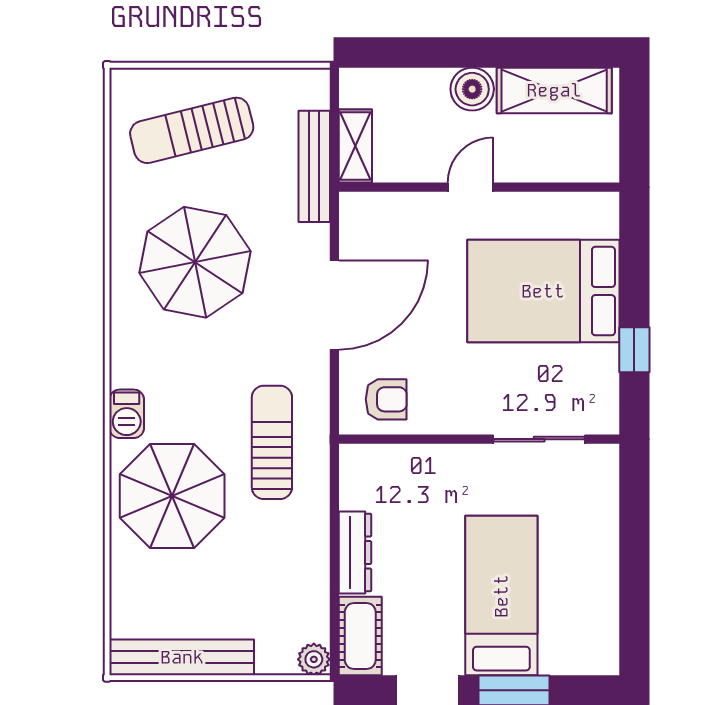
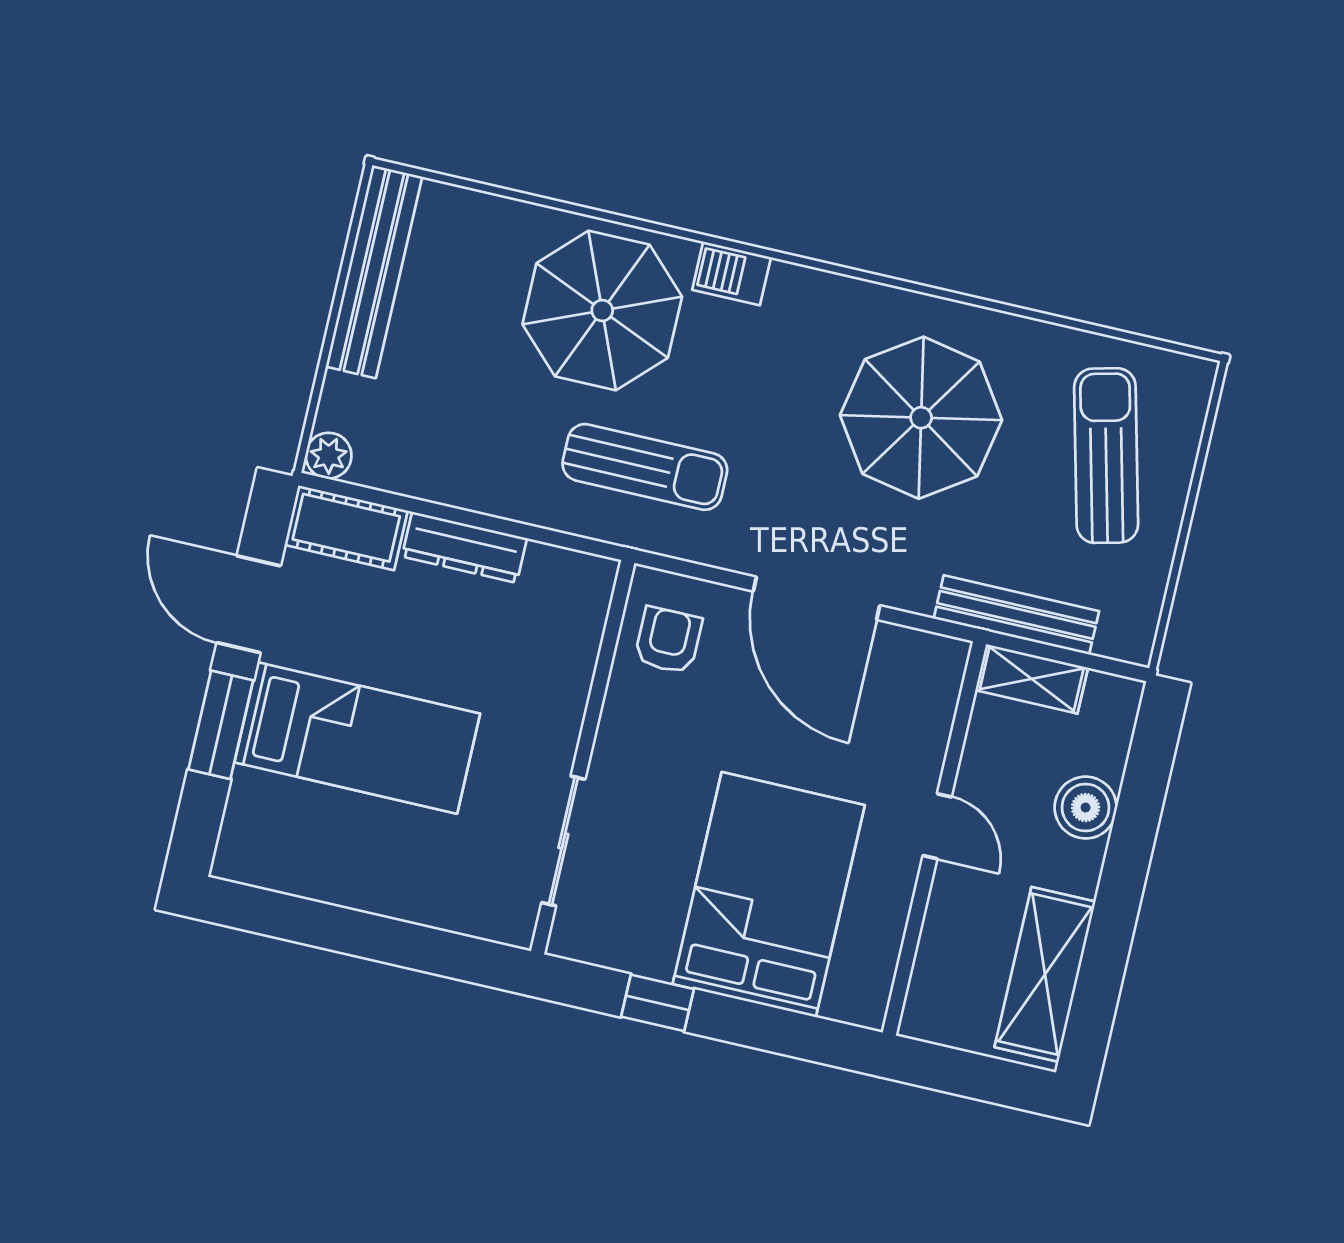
boiler: (472, 89) -> (1086, 808), moved
armchair: (386, 399) -> (668, 640), turned 180

